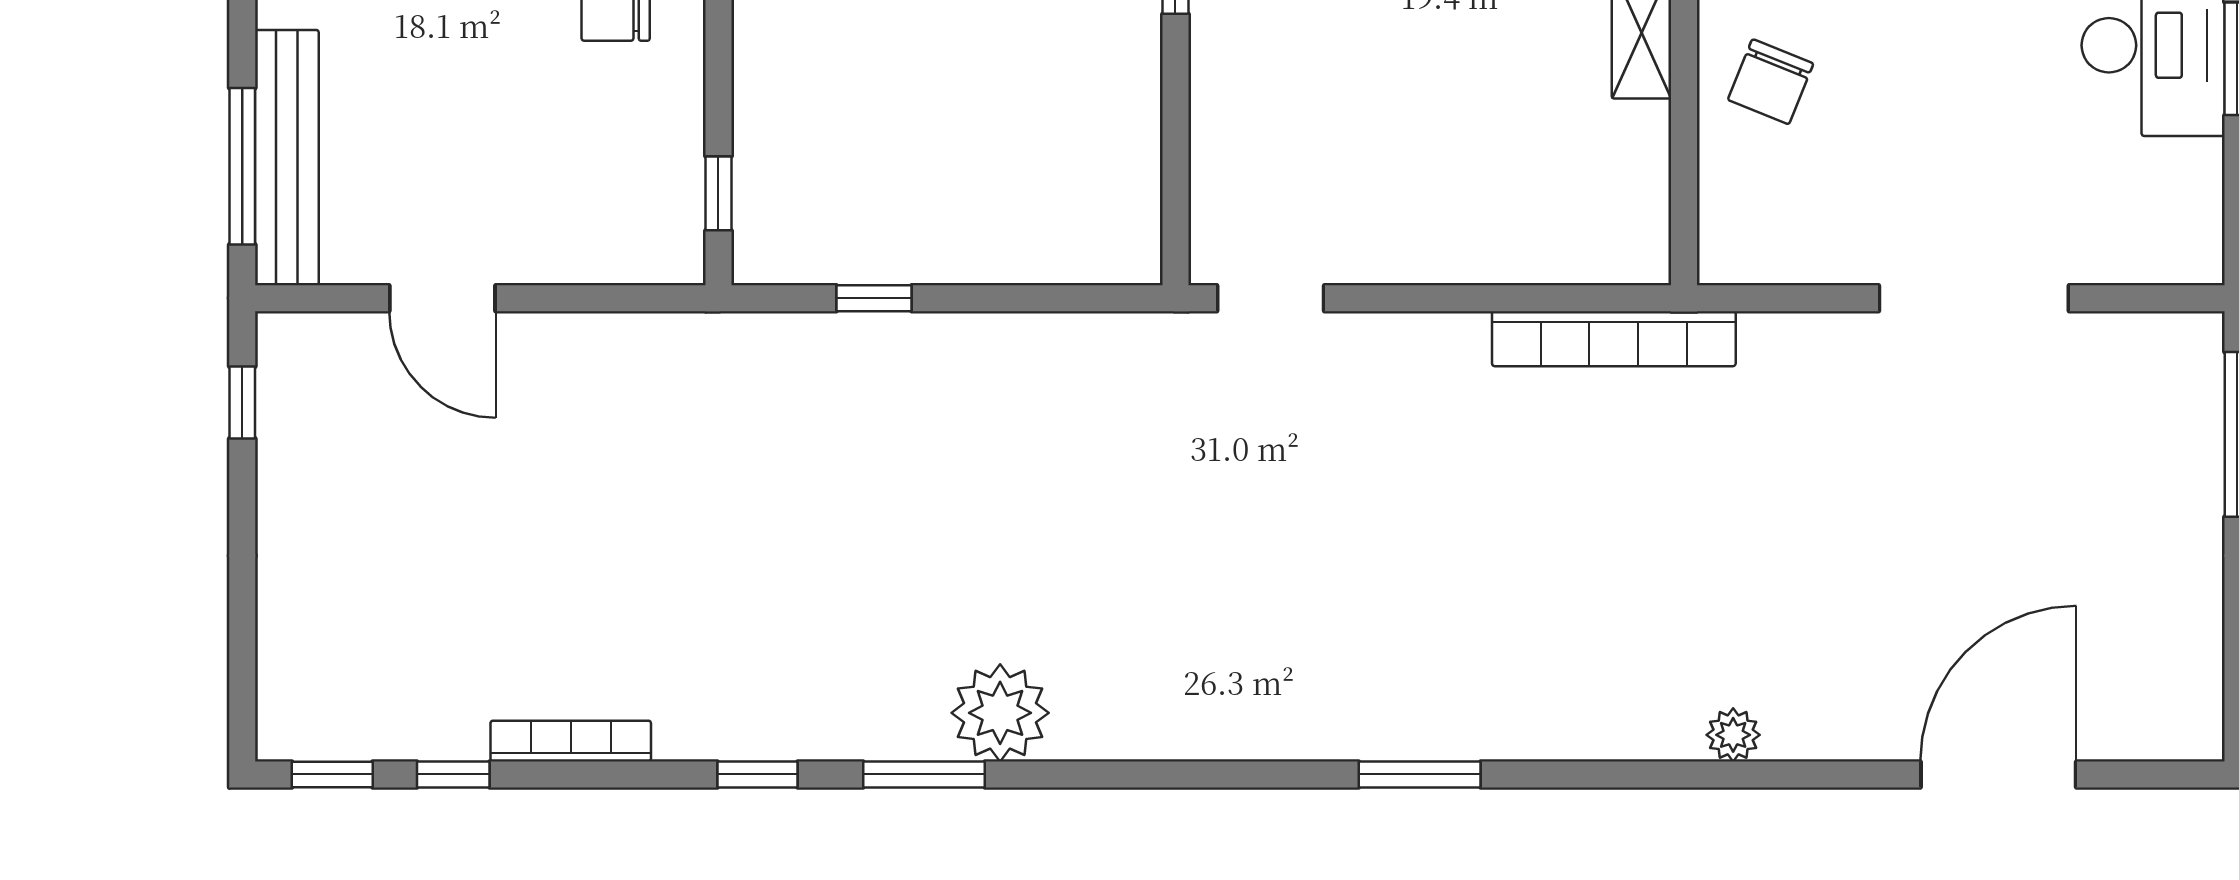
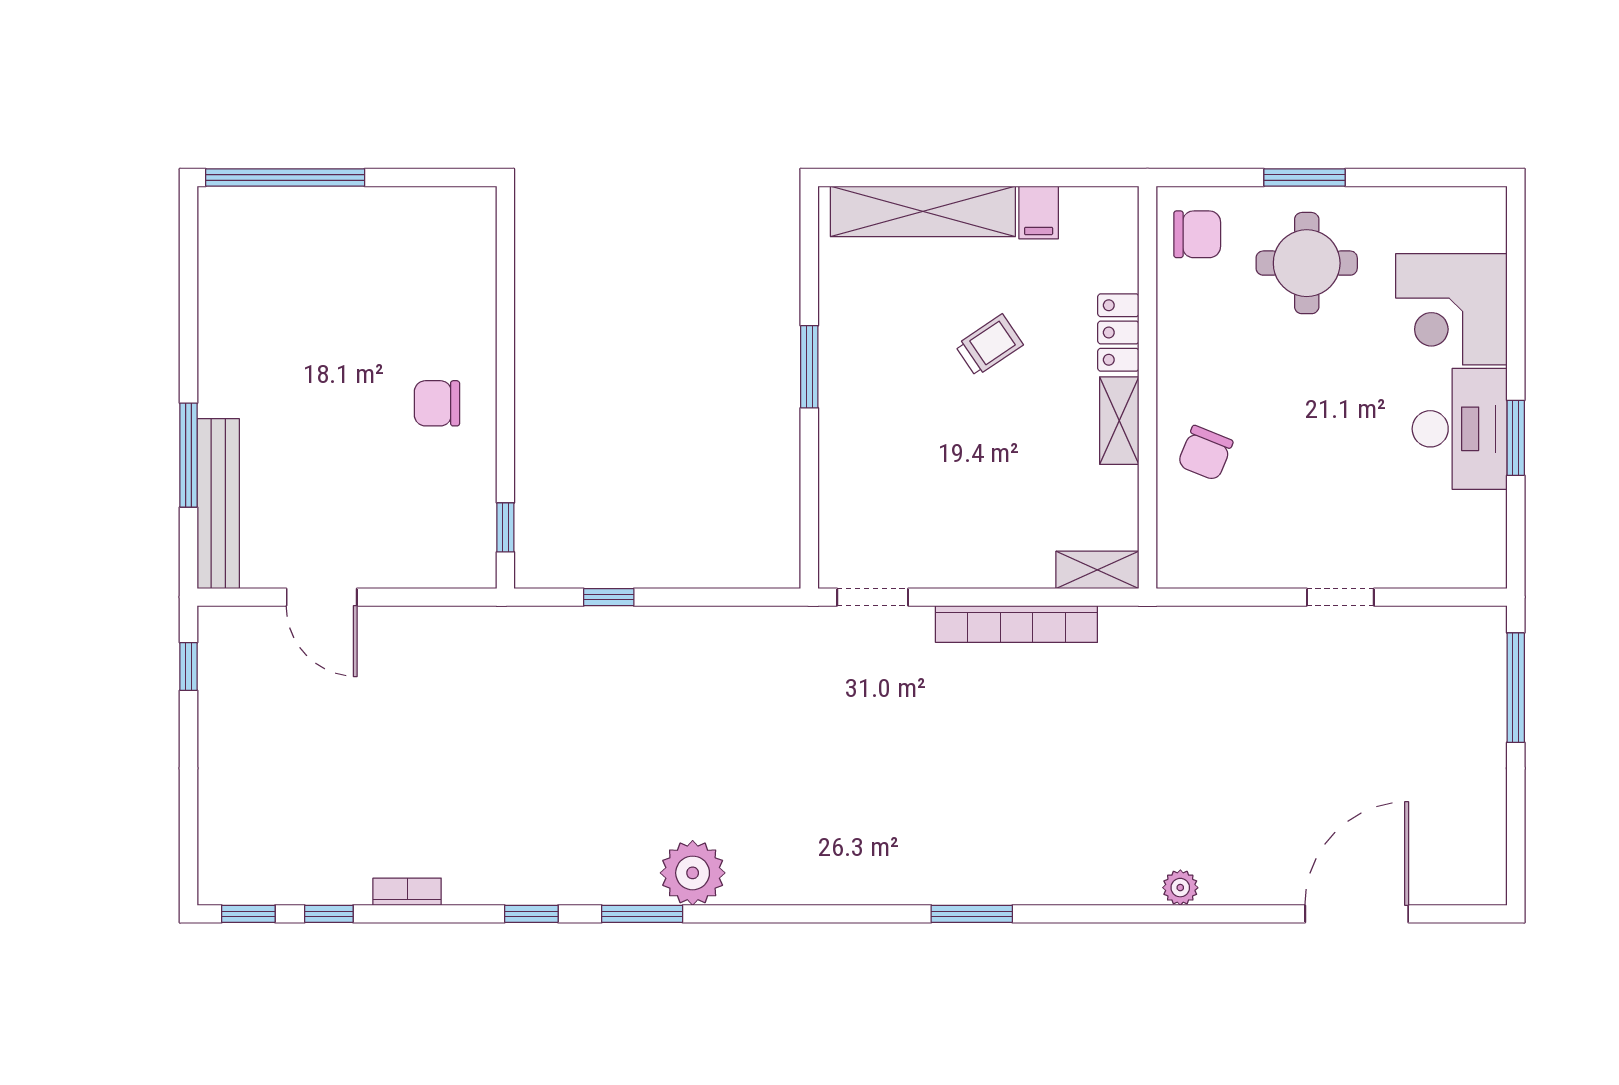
window: (242, 166) -> (188, 455), moved
shelving: (1609, 257) -> (1097, 570), added
doorway: (1974, 298) -> (1340, 597), width x0.53
bookcase: (1614, 339) -> (1016, 624), moved
bookcase: (571, 741) -> (407, 892), width x0.64

